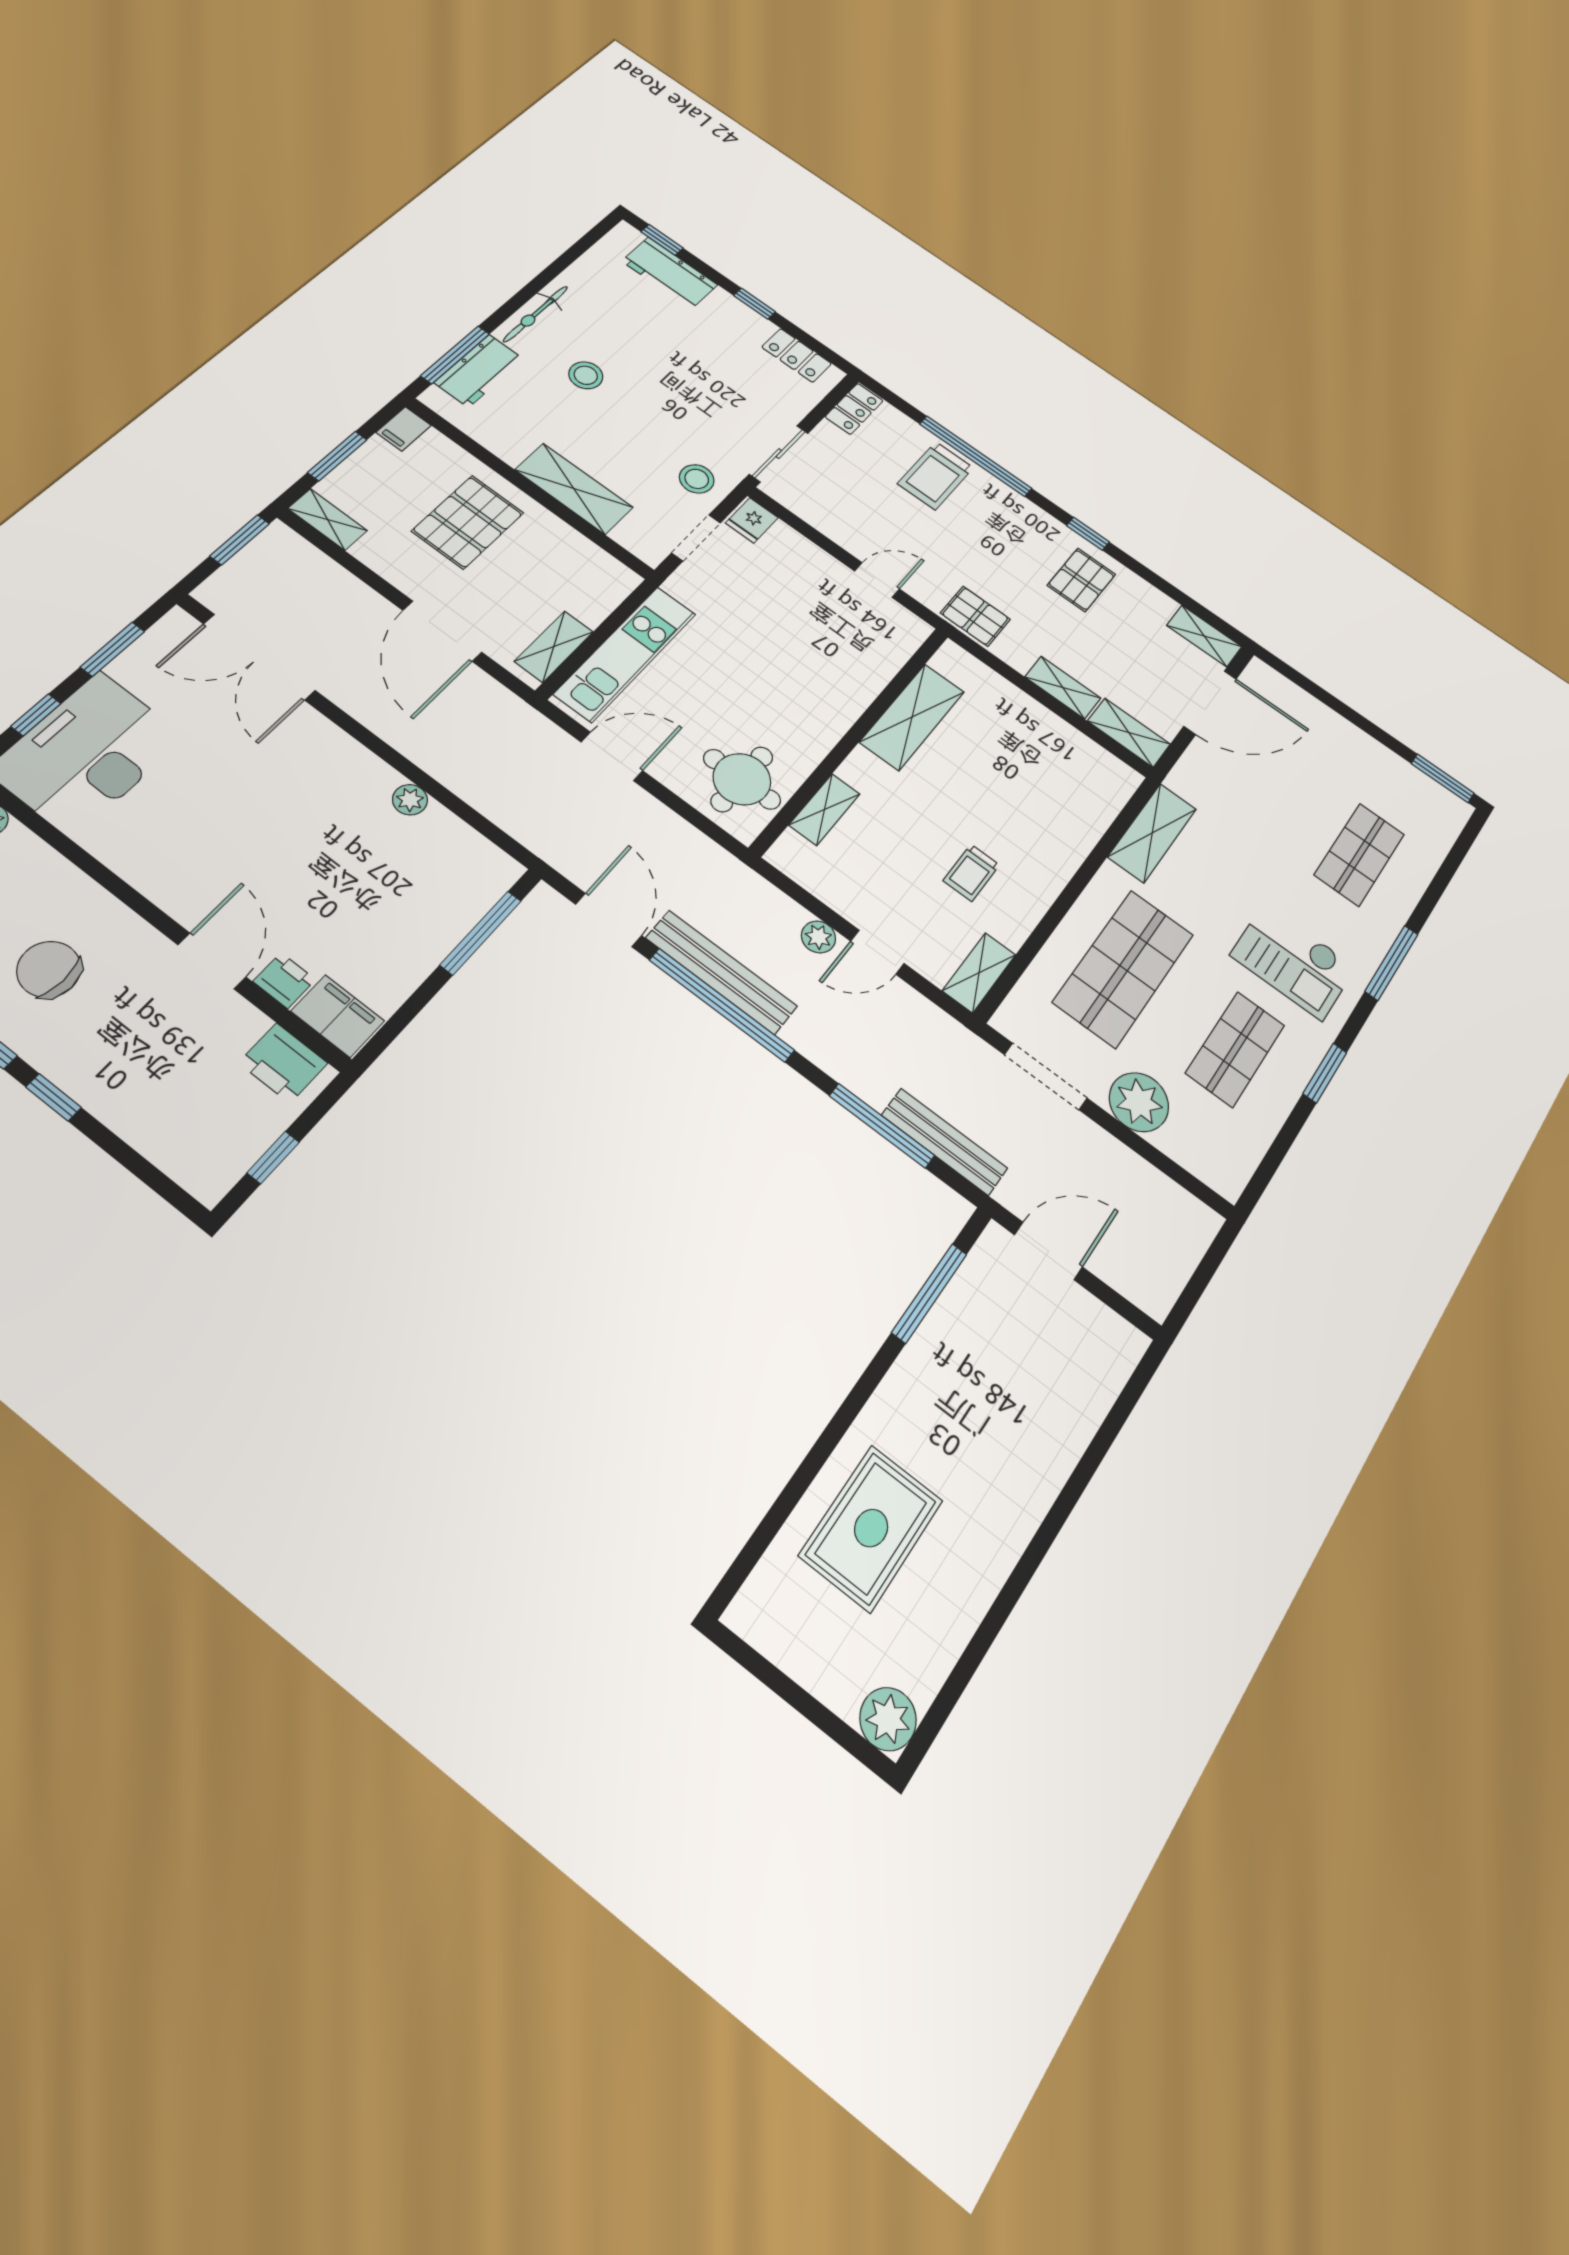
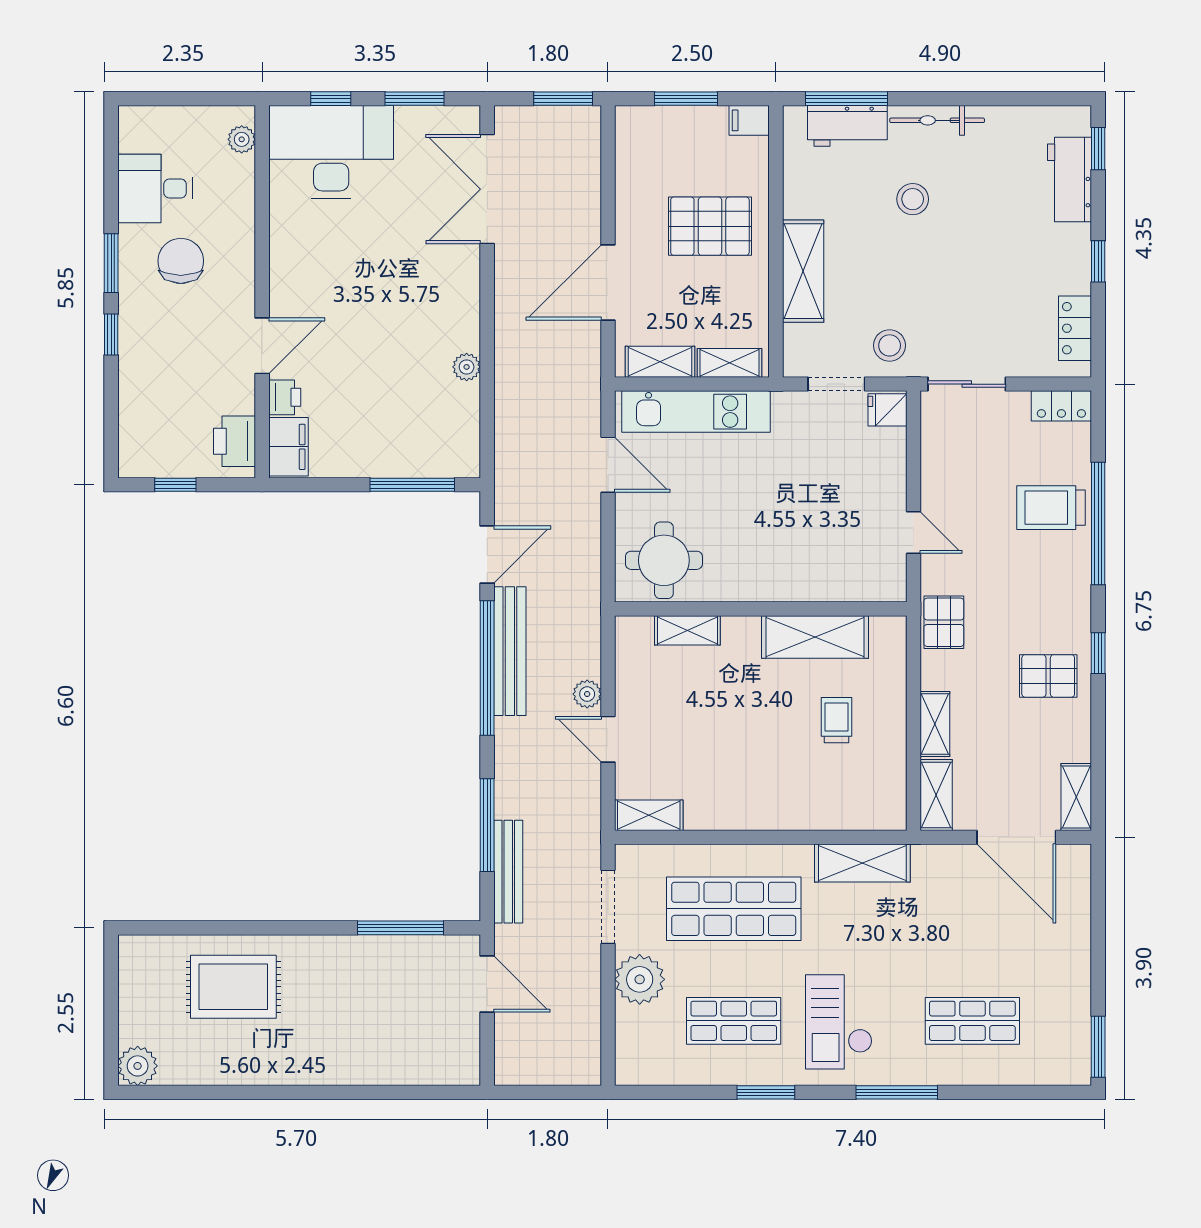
shelving: (327, 519) -> (730, 363), moved, turned 90
trolley: (971, 873) -> (837, 720), moved, turned 90

